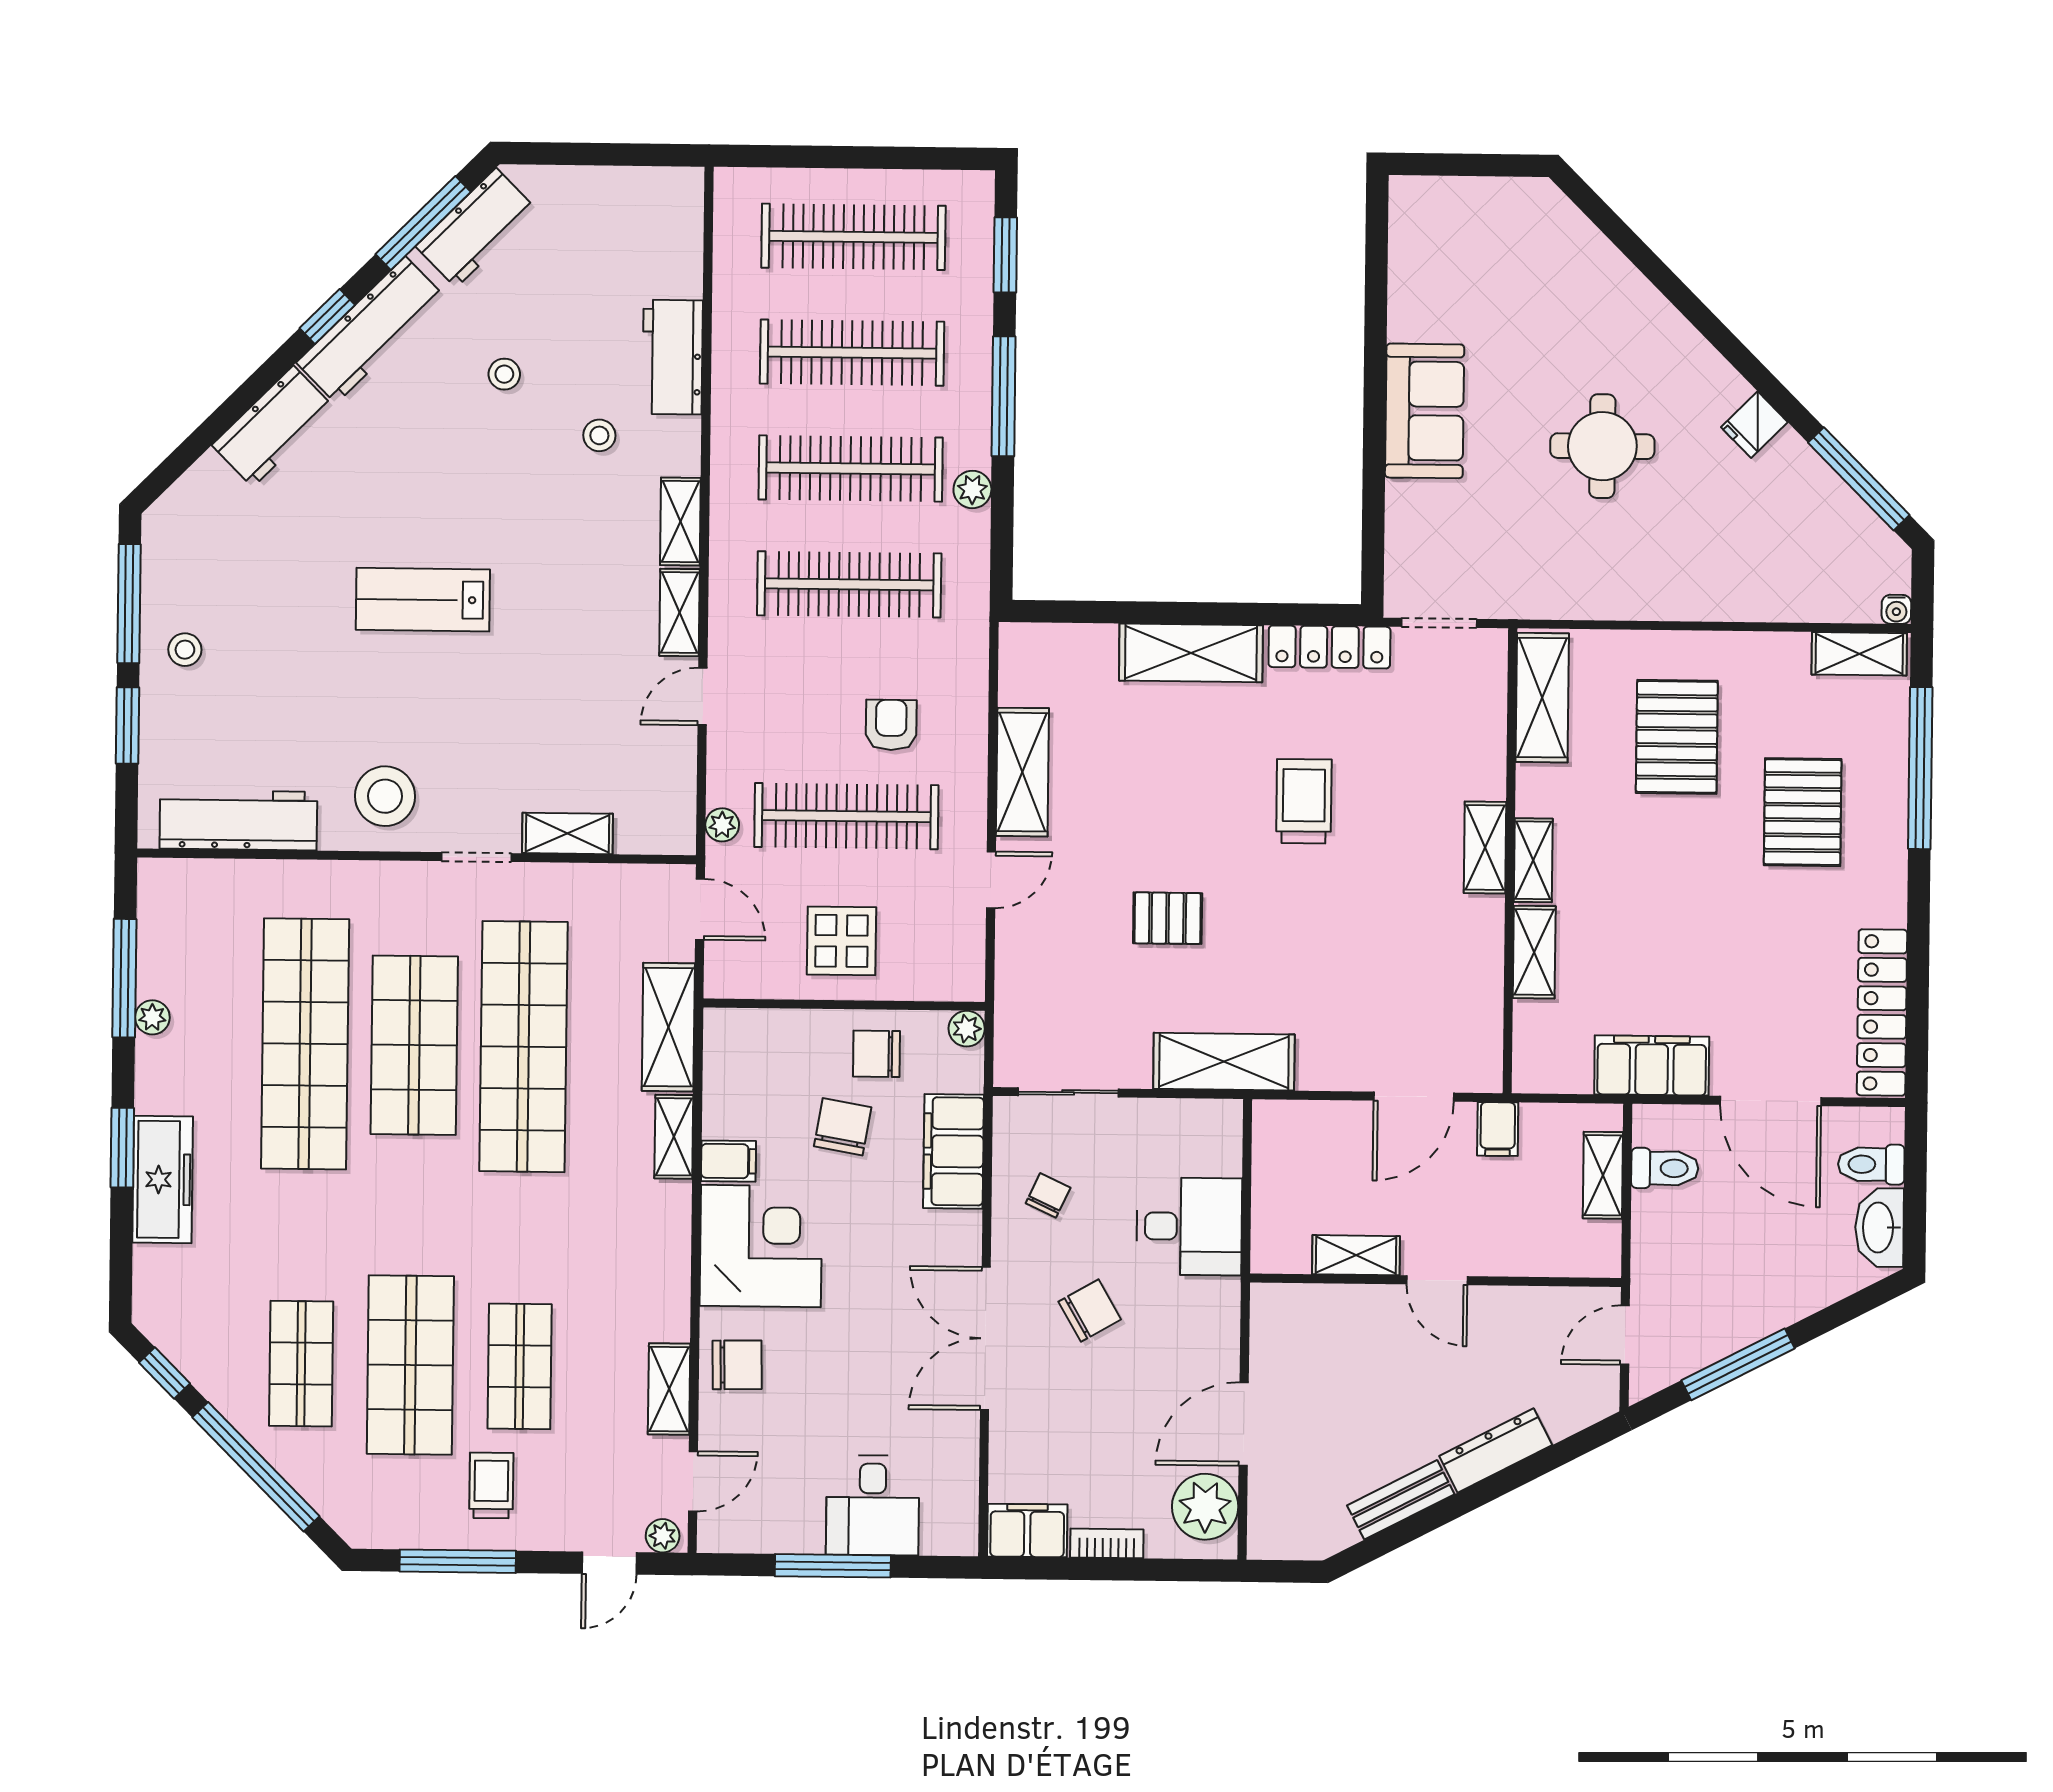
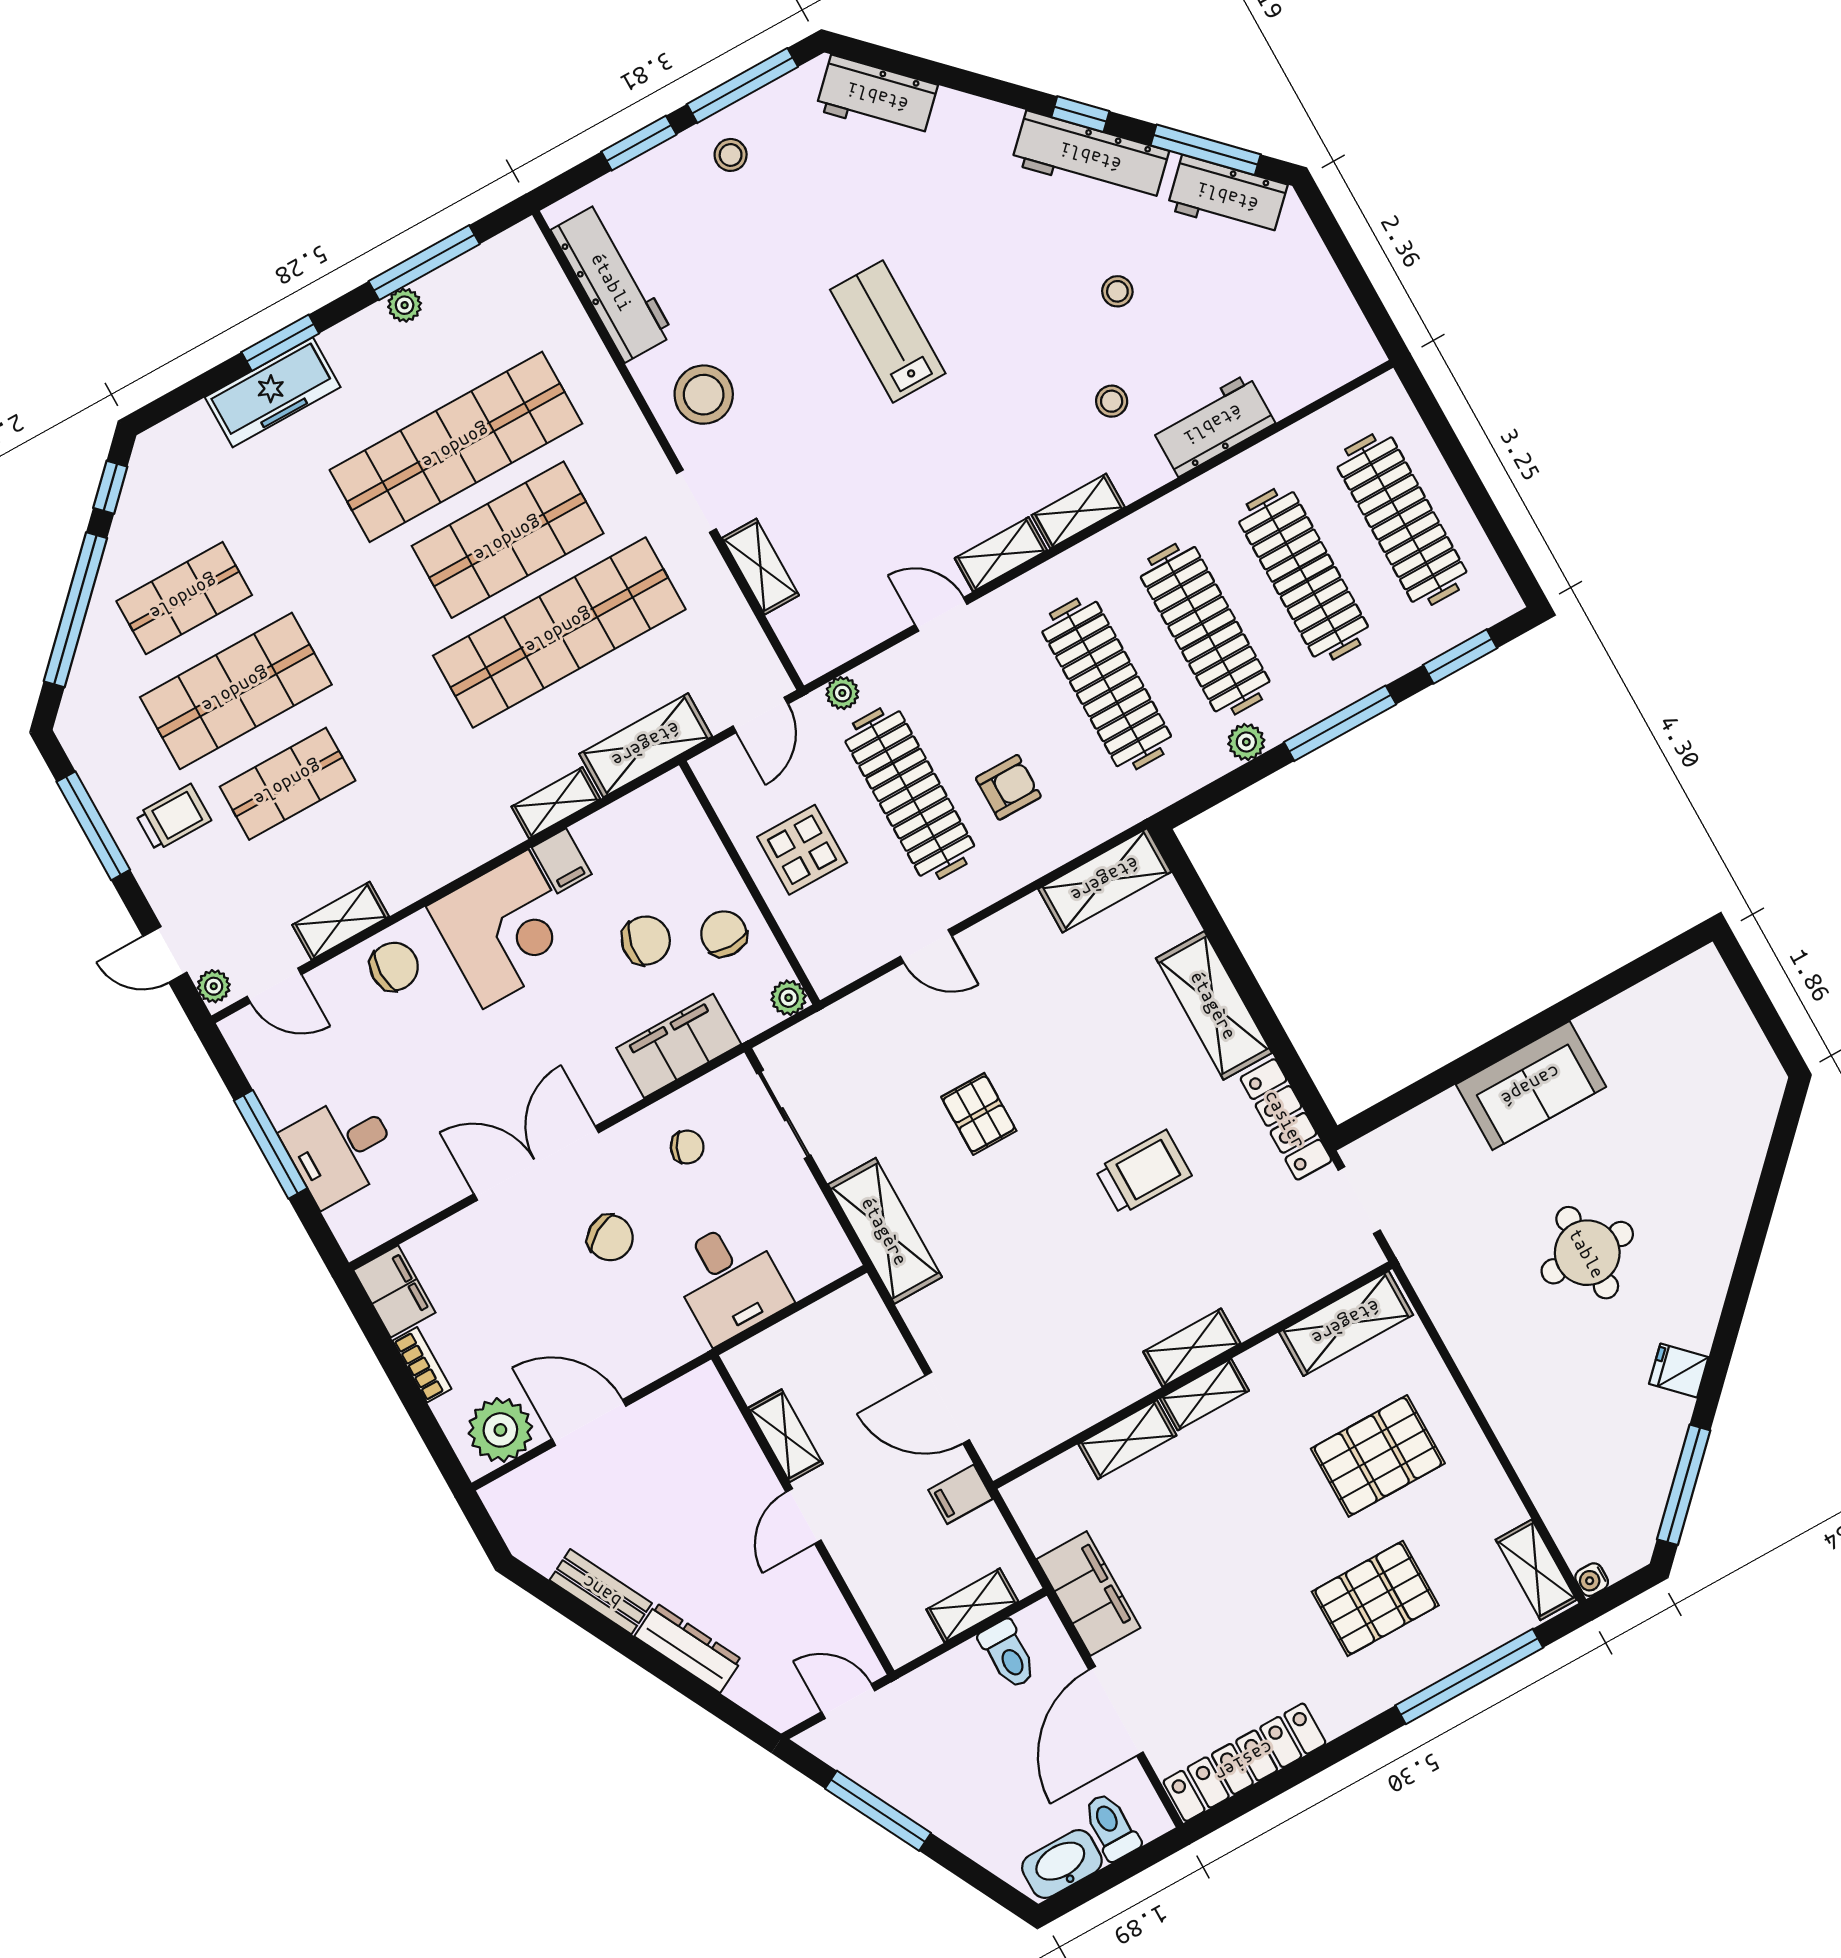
workbench: (273, 426) -> (877, 97), moved
shelving: (1022, 772) -> (1105, 880), moved
chair: (737, 1365) -> (394, 967), turned -89

